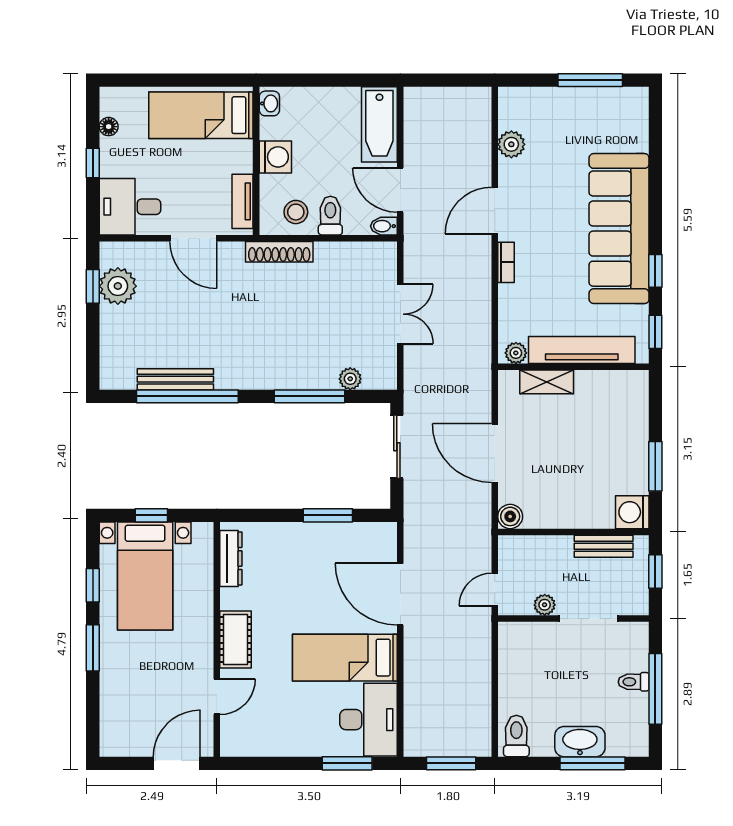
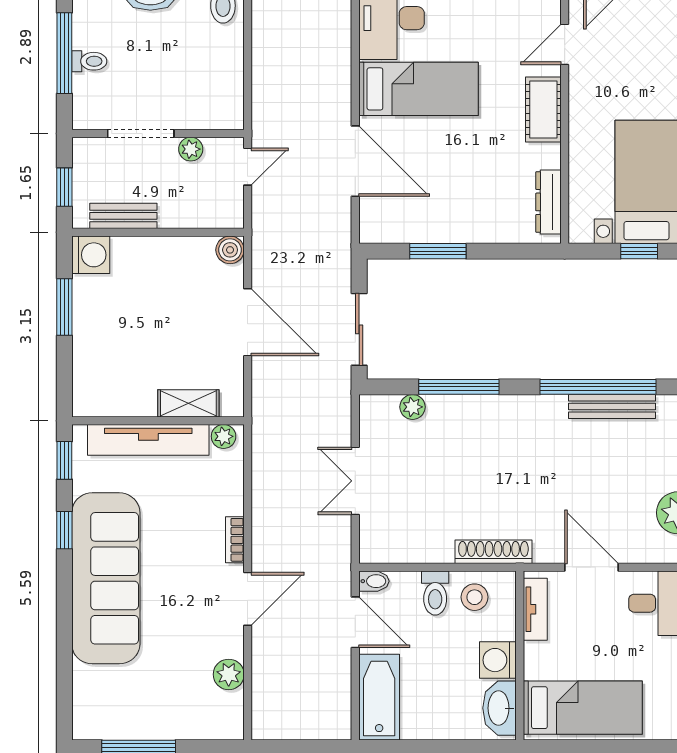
washbasin: (269, 103) -> (500, 708), width x1.91, depth x1.45

